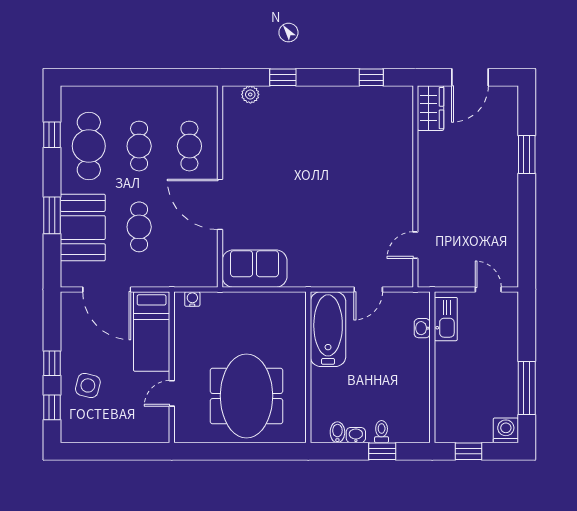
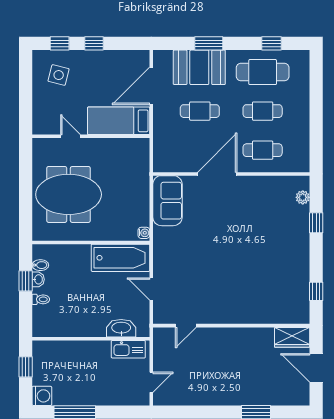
door: (415, 245) -> (186, 326), swing flipped
water cooler: (192, 299) -> (144, 233), moved
washbasin: (422, 328) -> (121, 328), width x1.91, depth x1.45
side table: (88, 385) -> (59, 75), moved
window: (382, 451) -> (26, 281), moved

